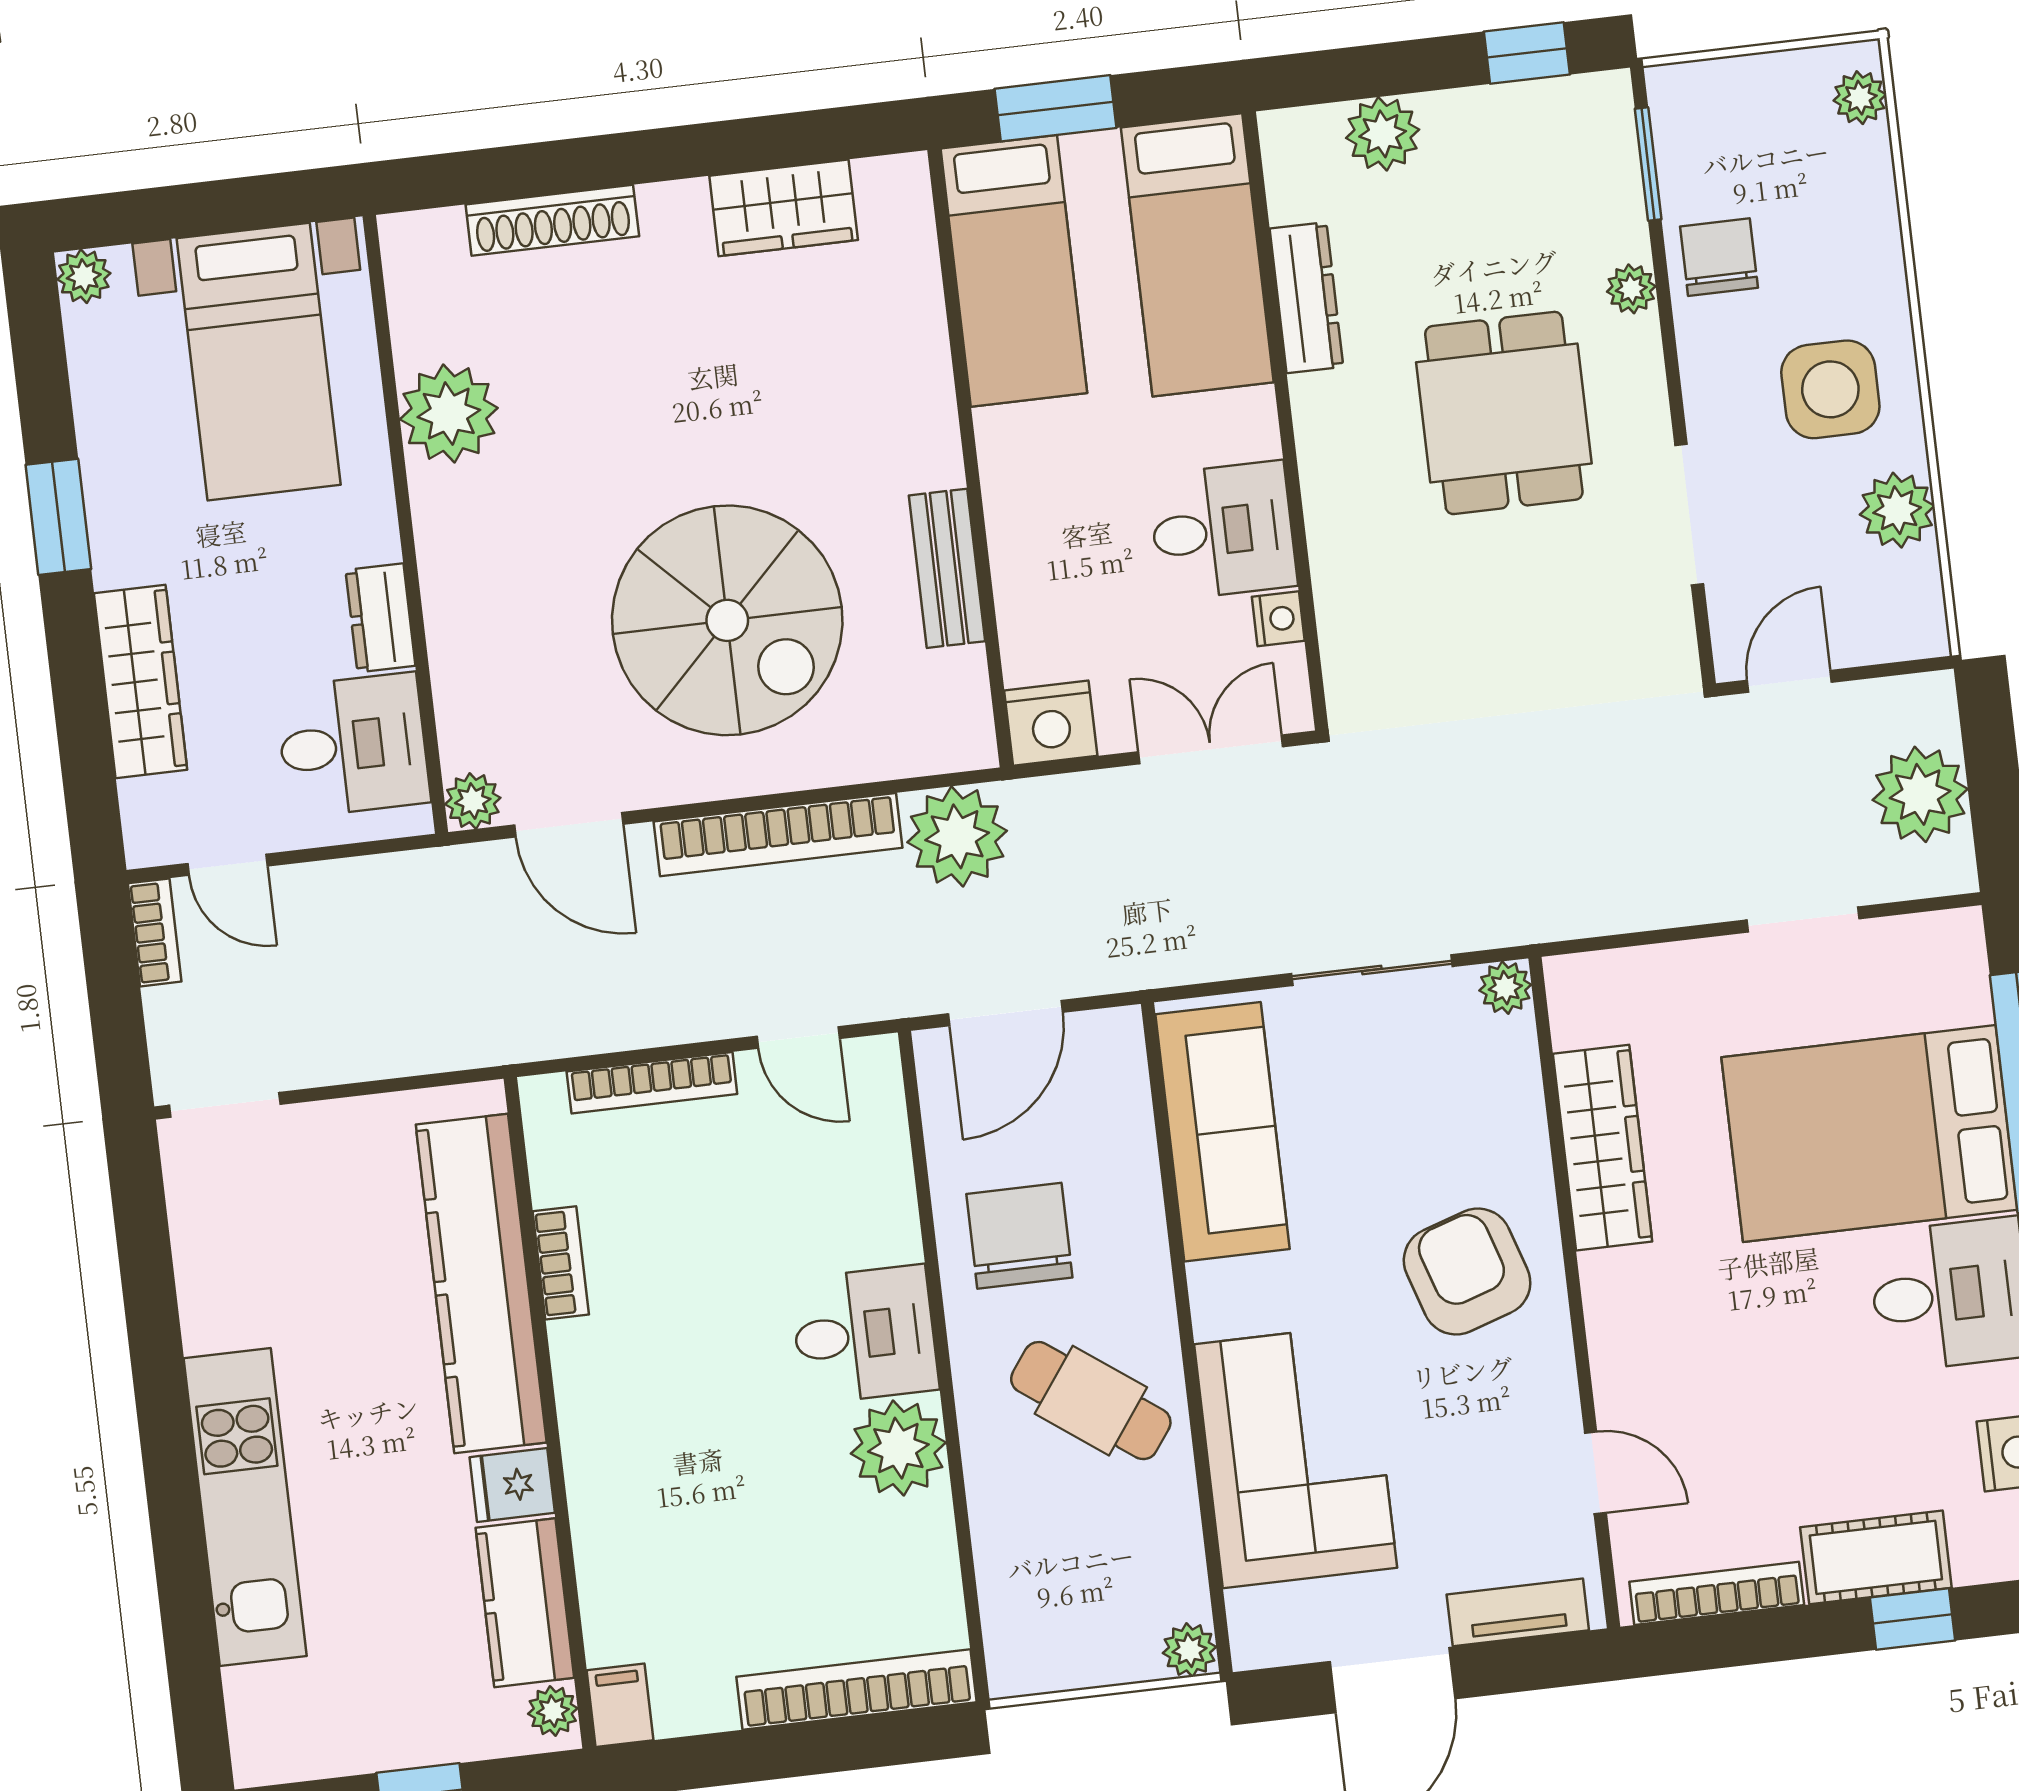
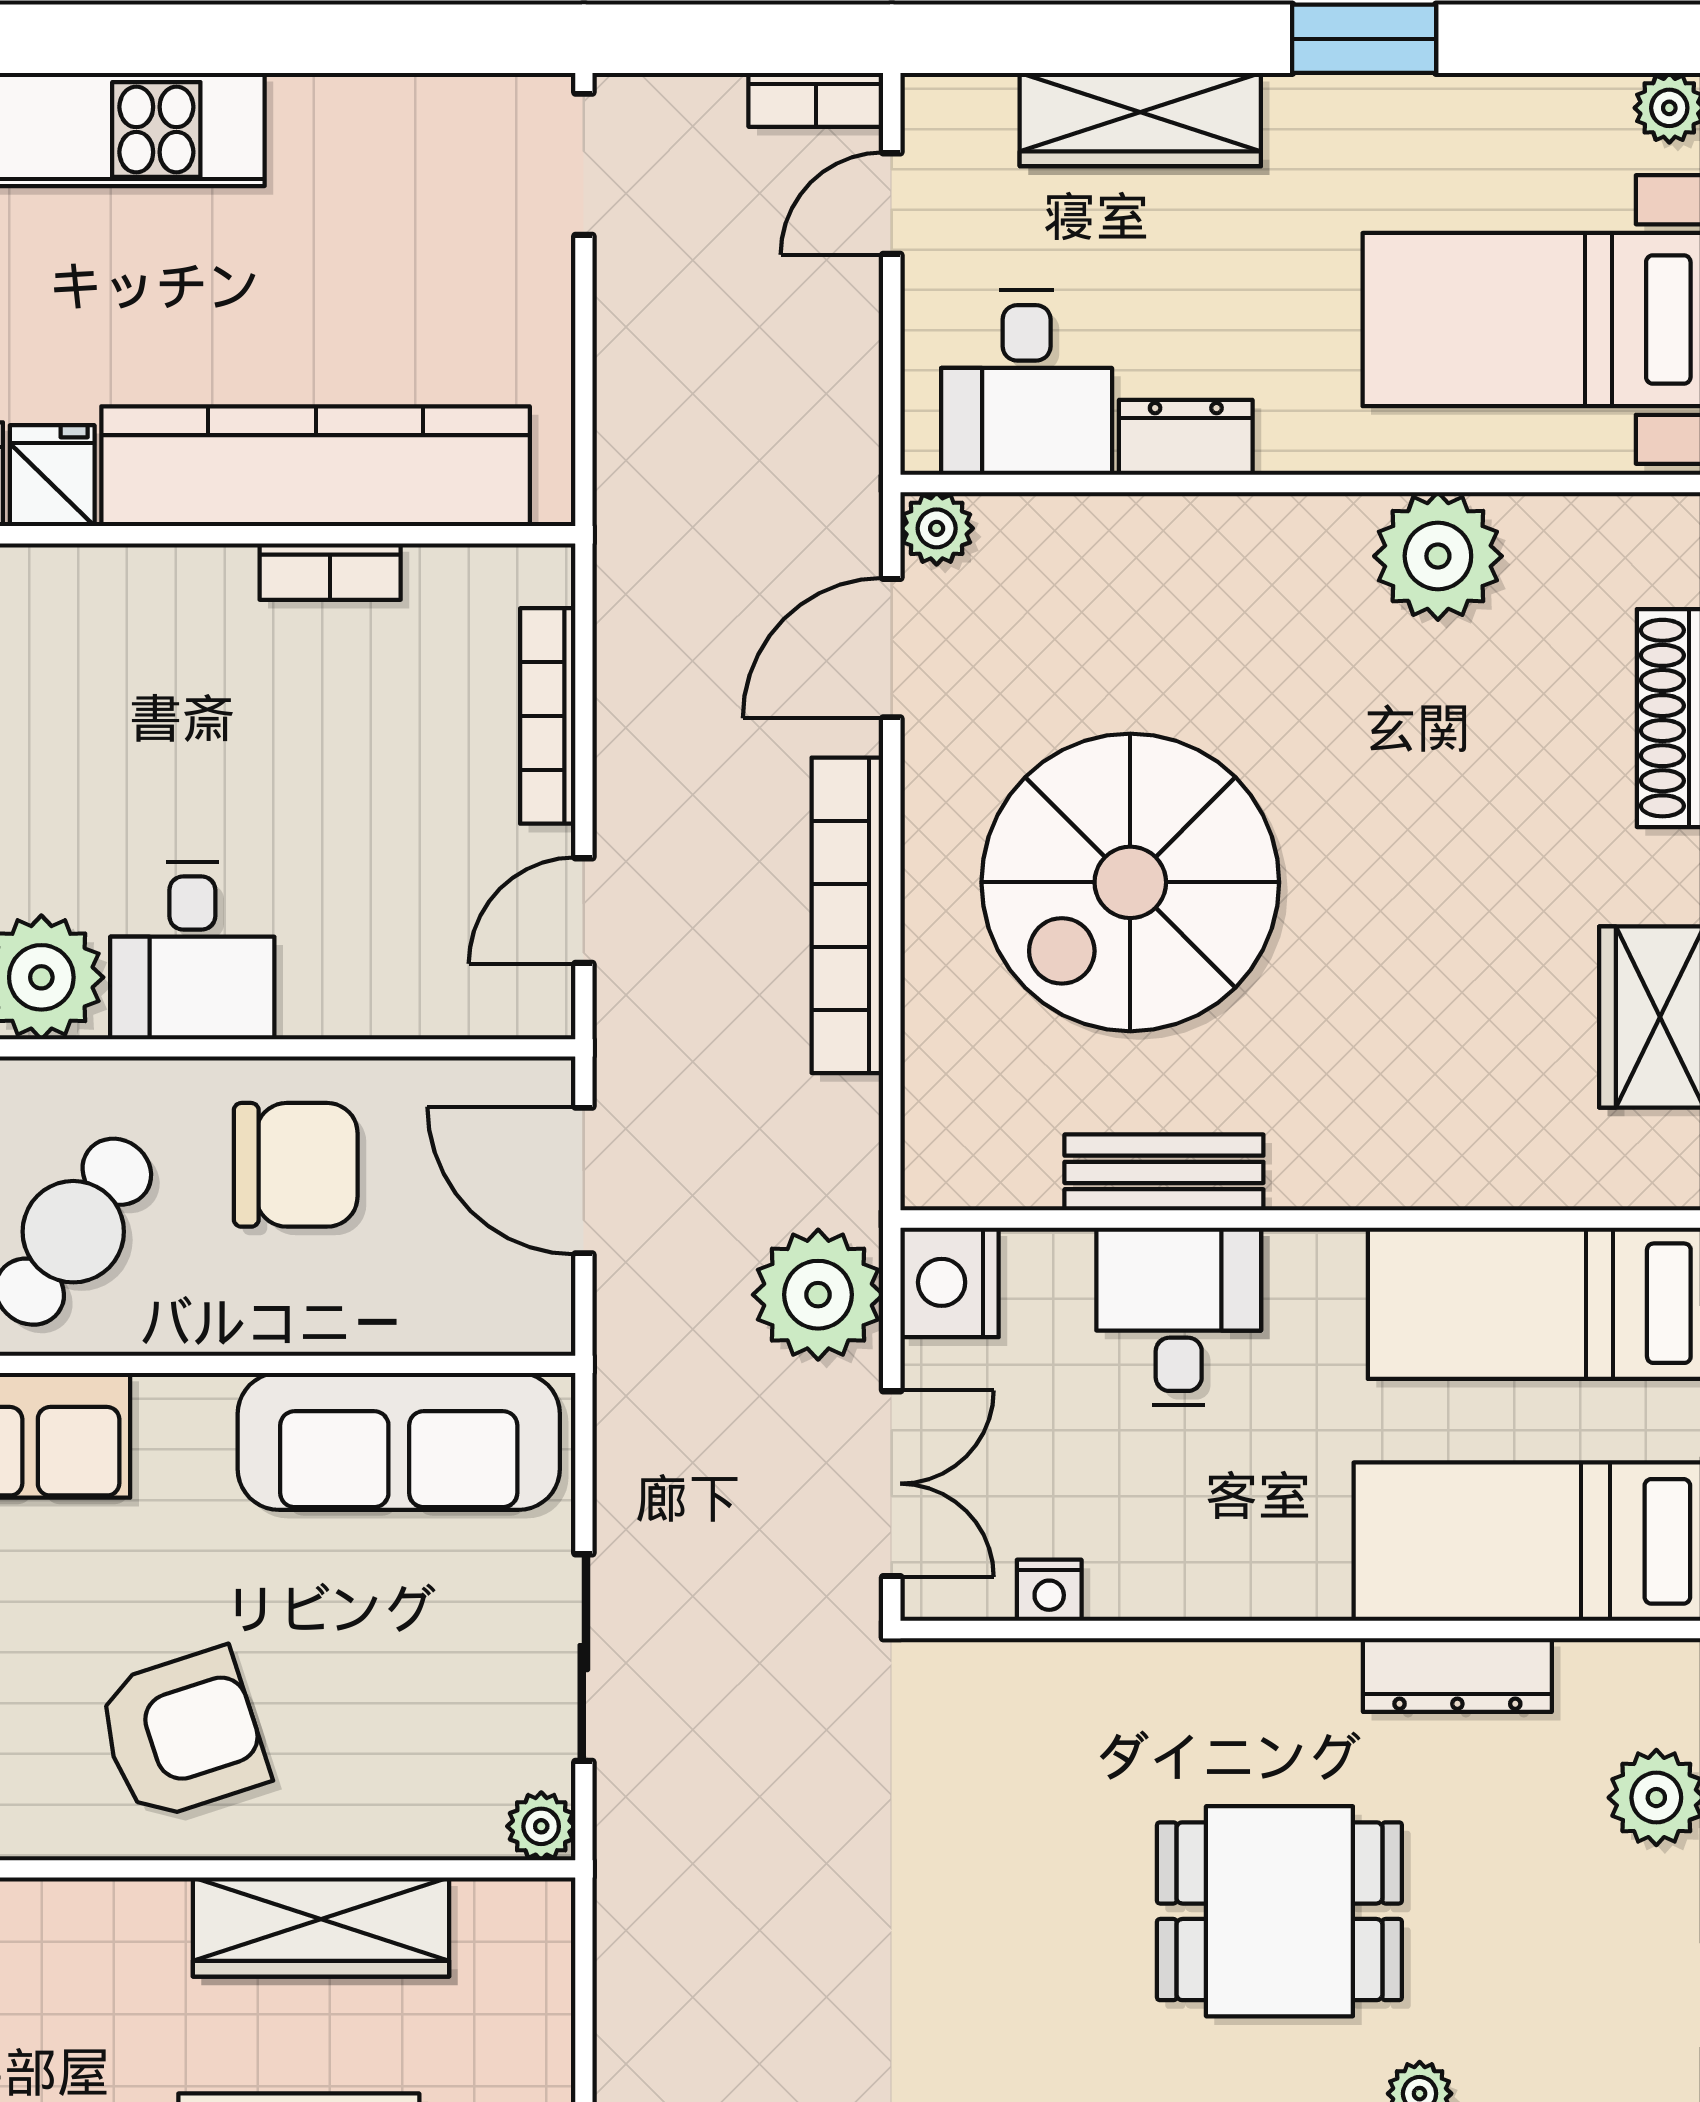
desk: (1223, 531) -> (1179, 1316), moved, turned 180
plant: (957, 836) -> (818, 1295), moved

